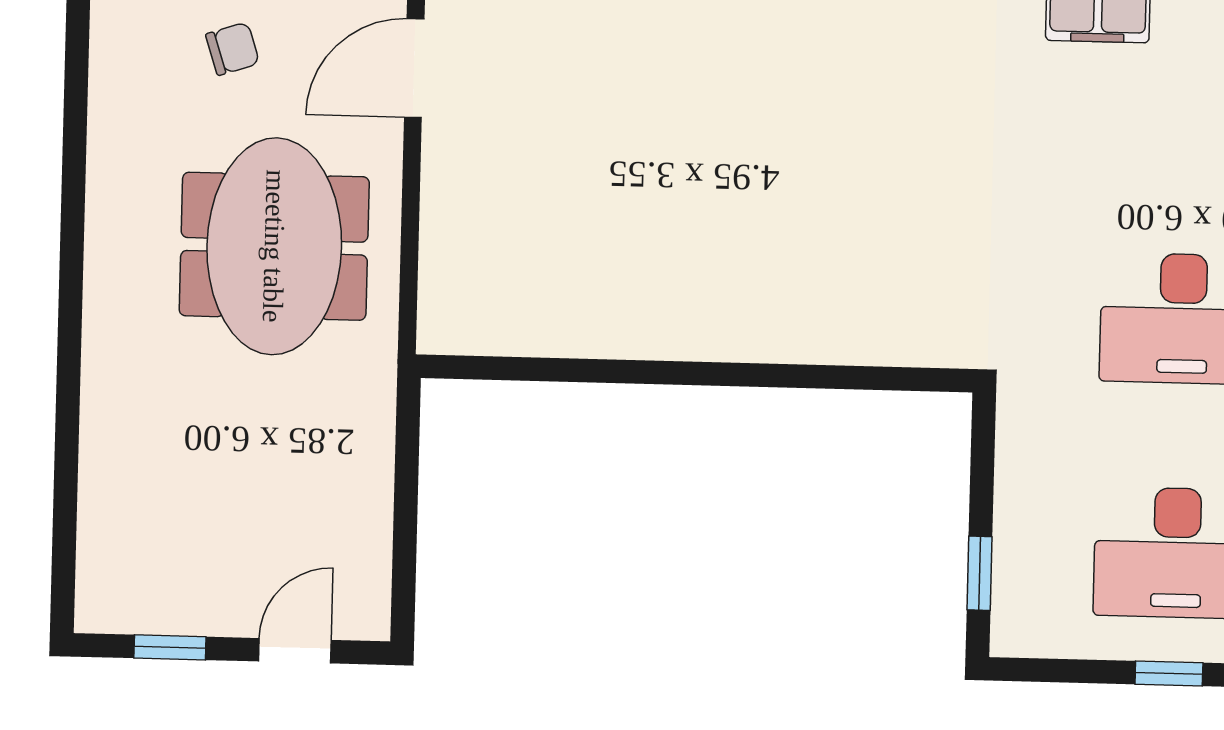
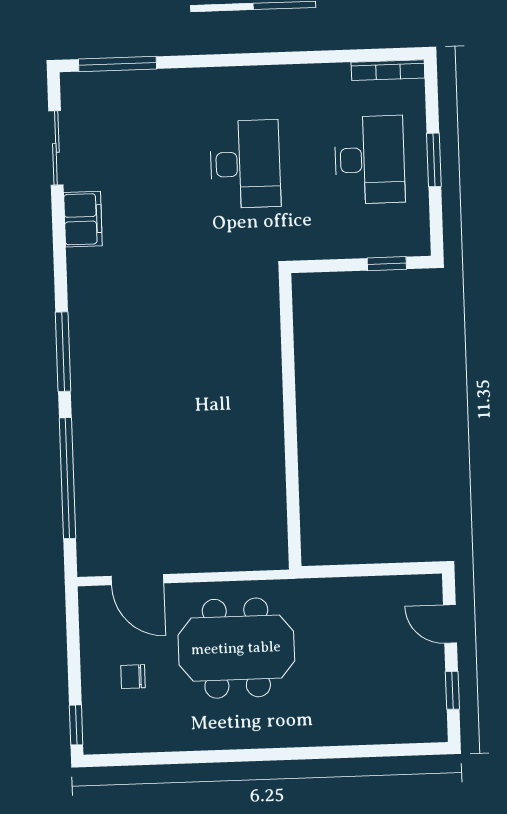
chair: (233, 49) -> (133, 677), turned -72
window: (1169, 674) -> (434, 160), width x1.50

